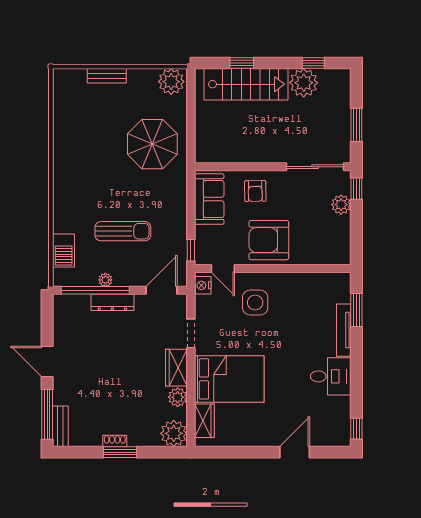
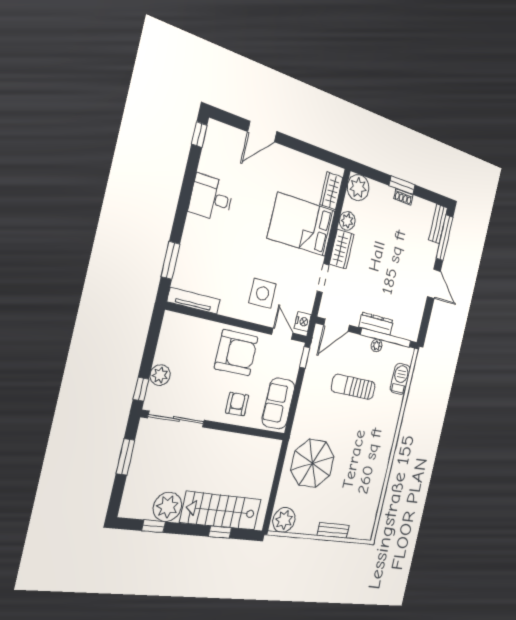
tv unit: (344, 330) -> (194, 301), moved, turned -90

